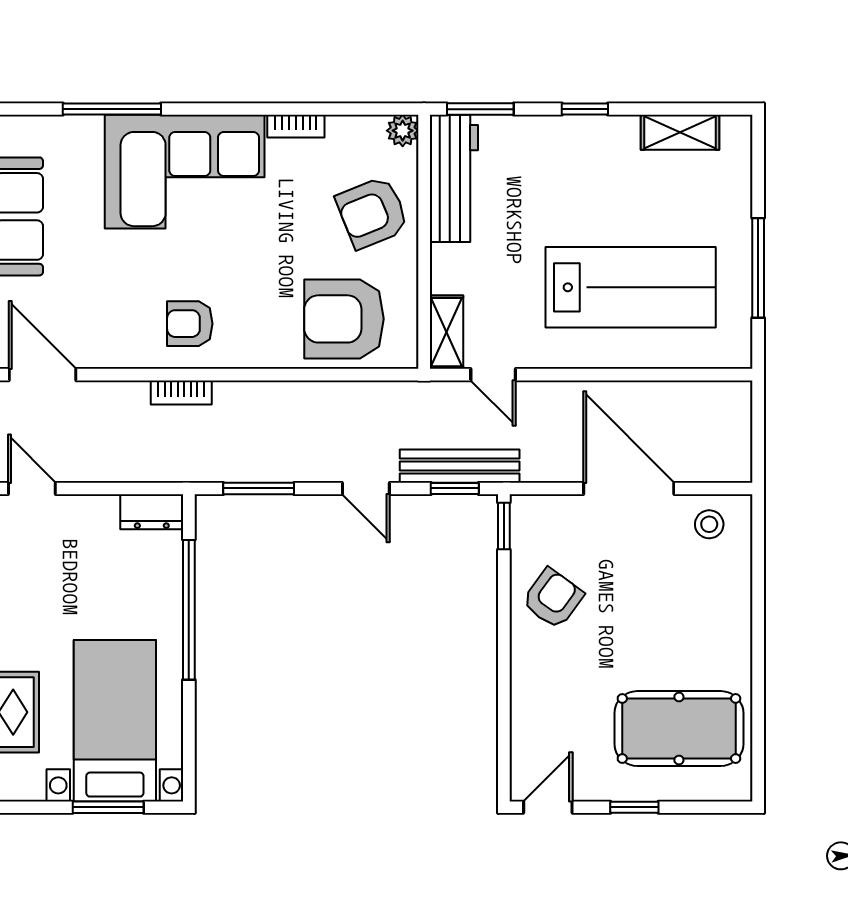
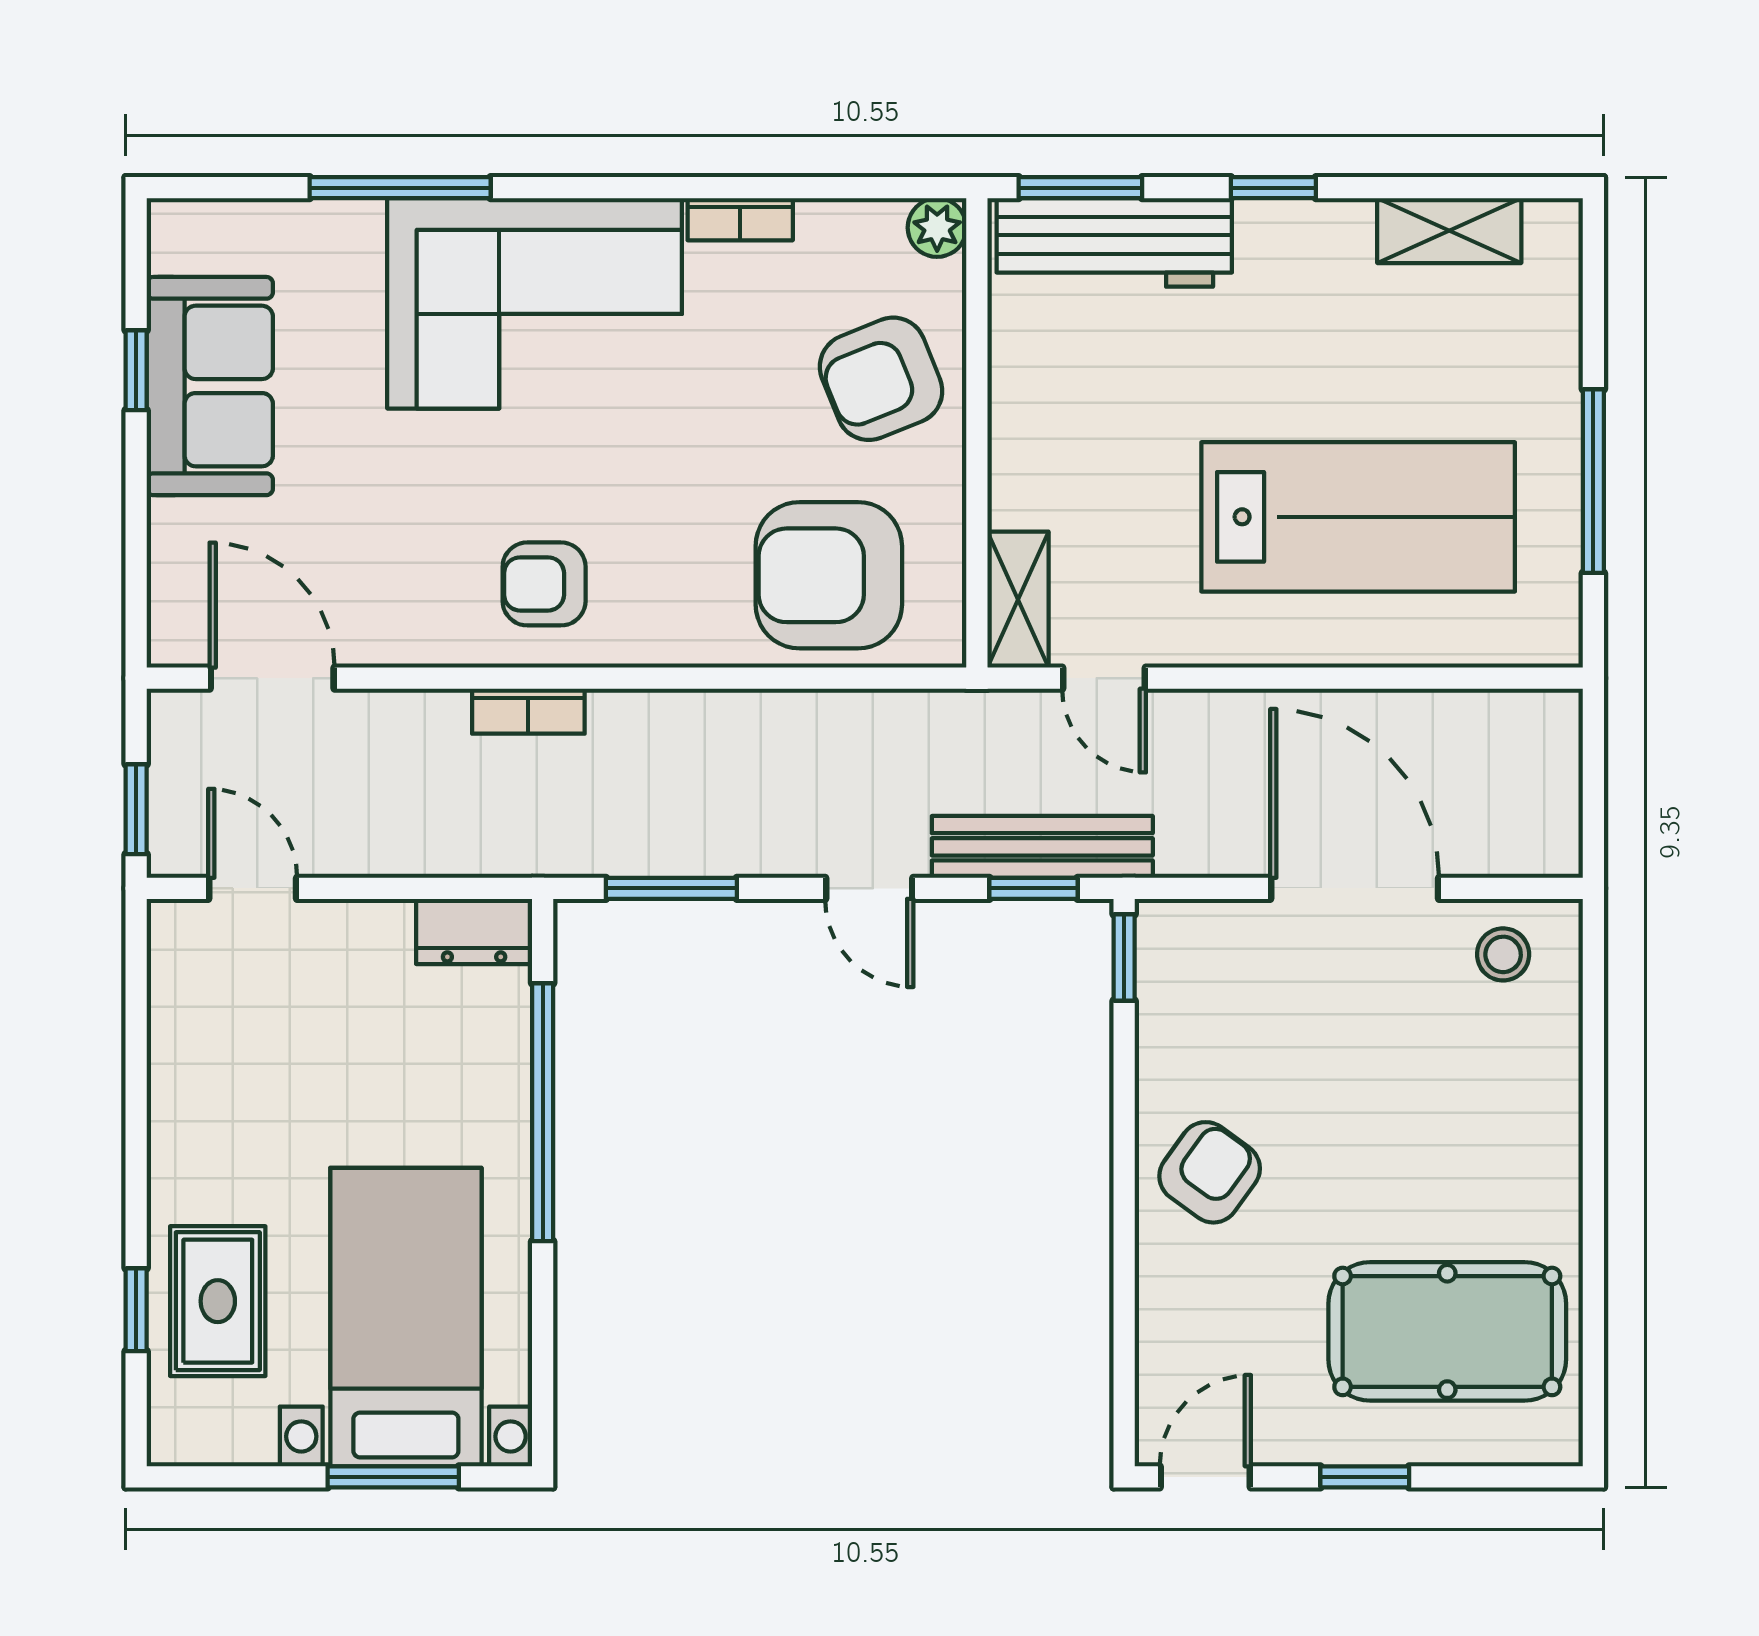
workbench: (454, 178) -> (1114, 242), moved, turned 90
armchair: (553, 598) -> (1210, 1172), moved

